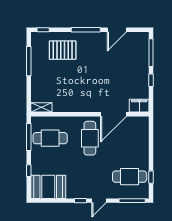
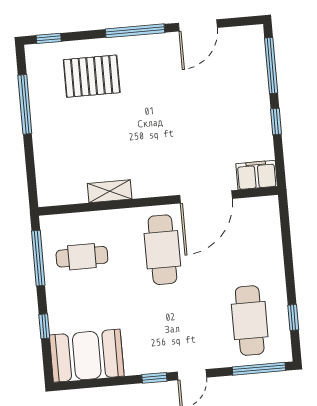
shelving: (41, 107) -> (110, 191), moved
cafe table: (50, 138) -> (82, 257), width x0.73, depth x0.74
cafe table: (130, 177) -> (250, 321), turned 90

